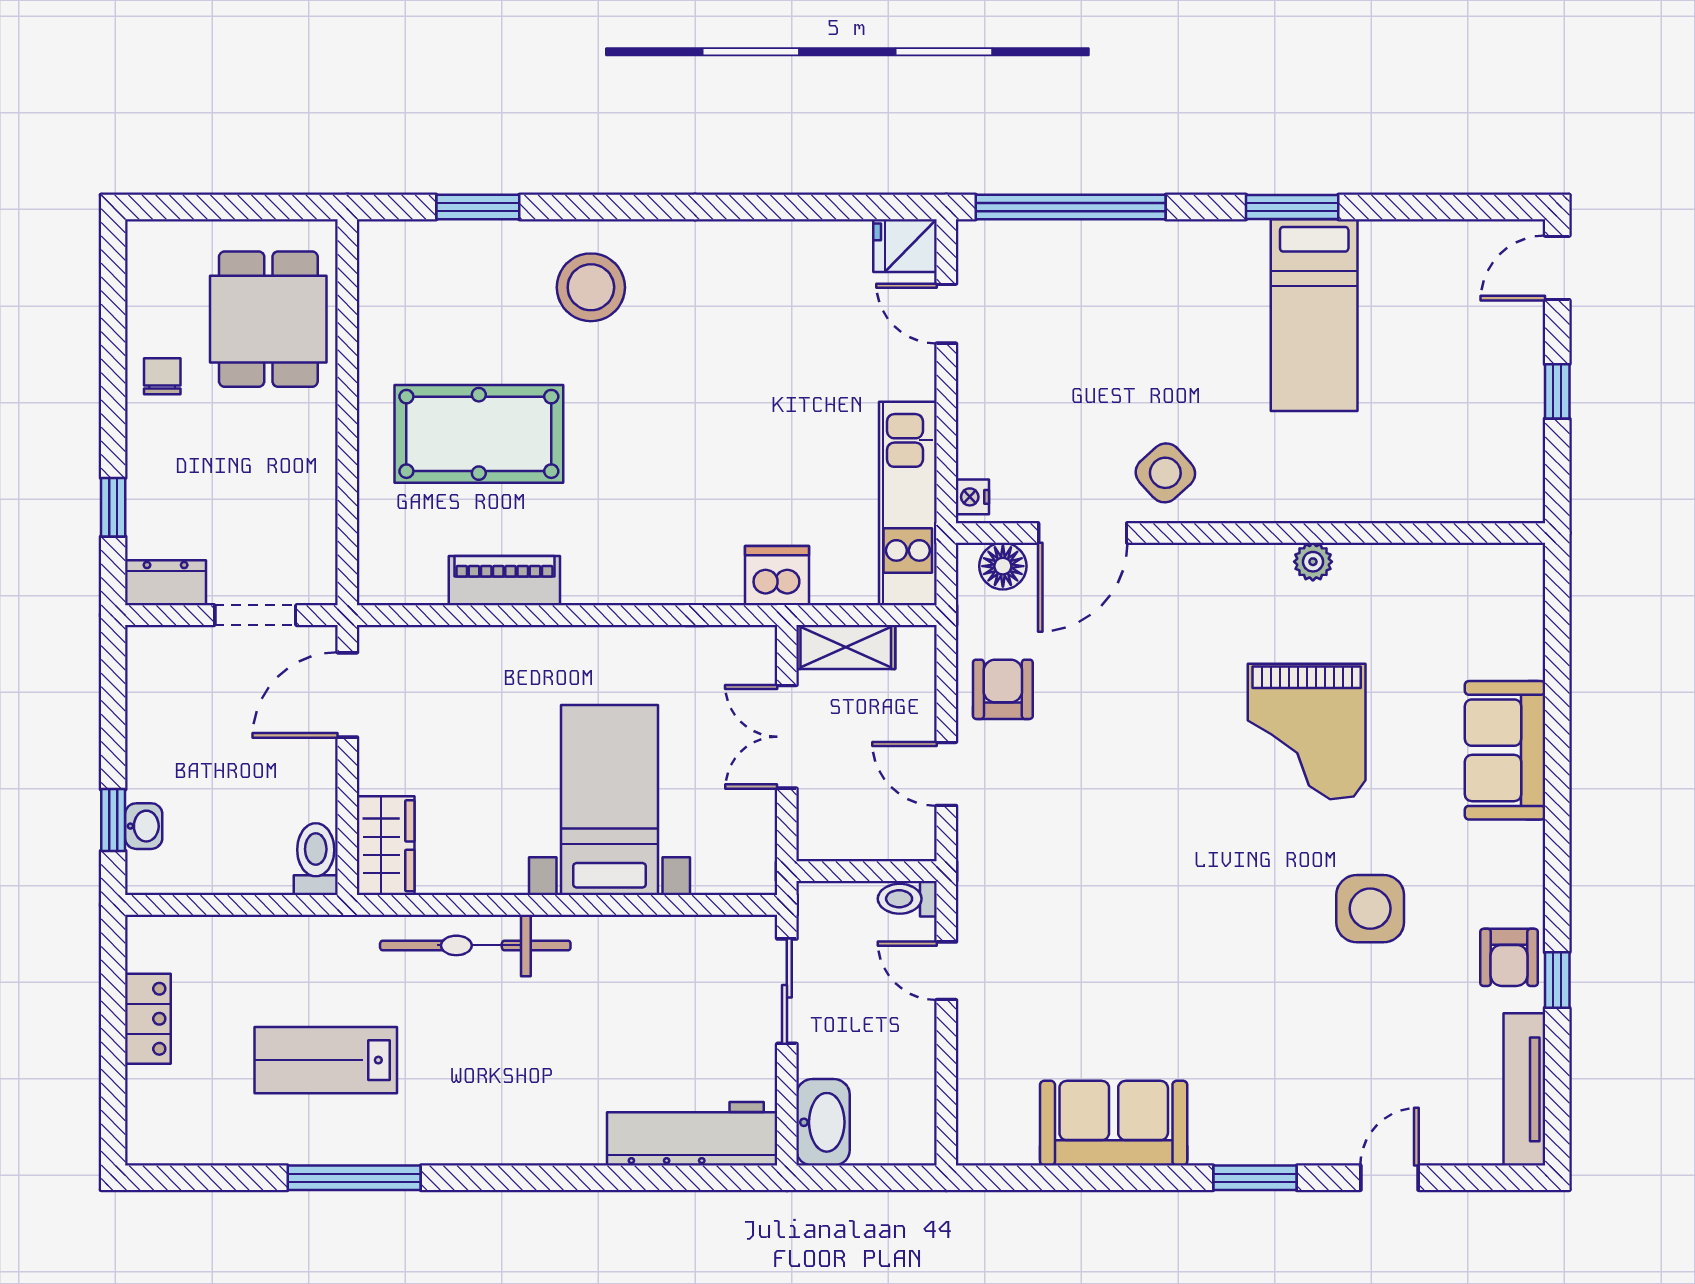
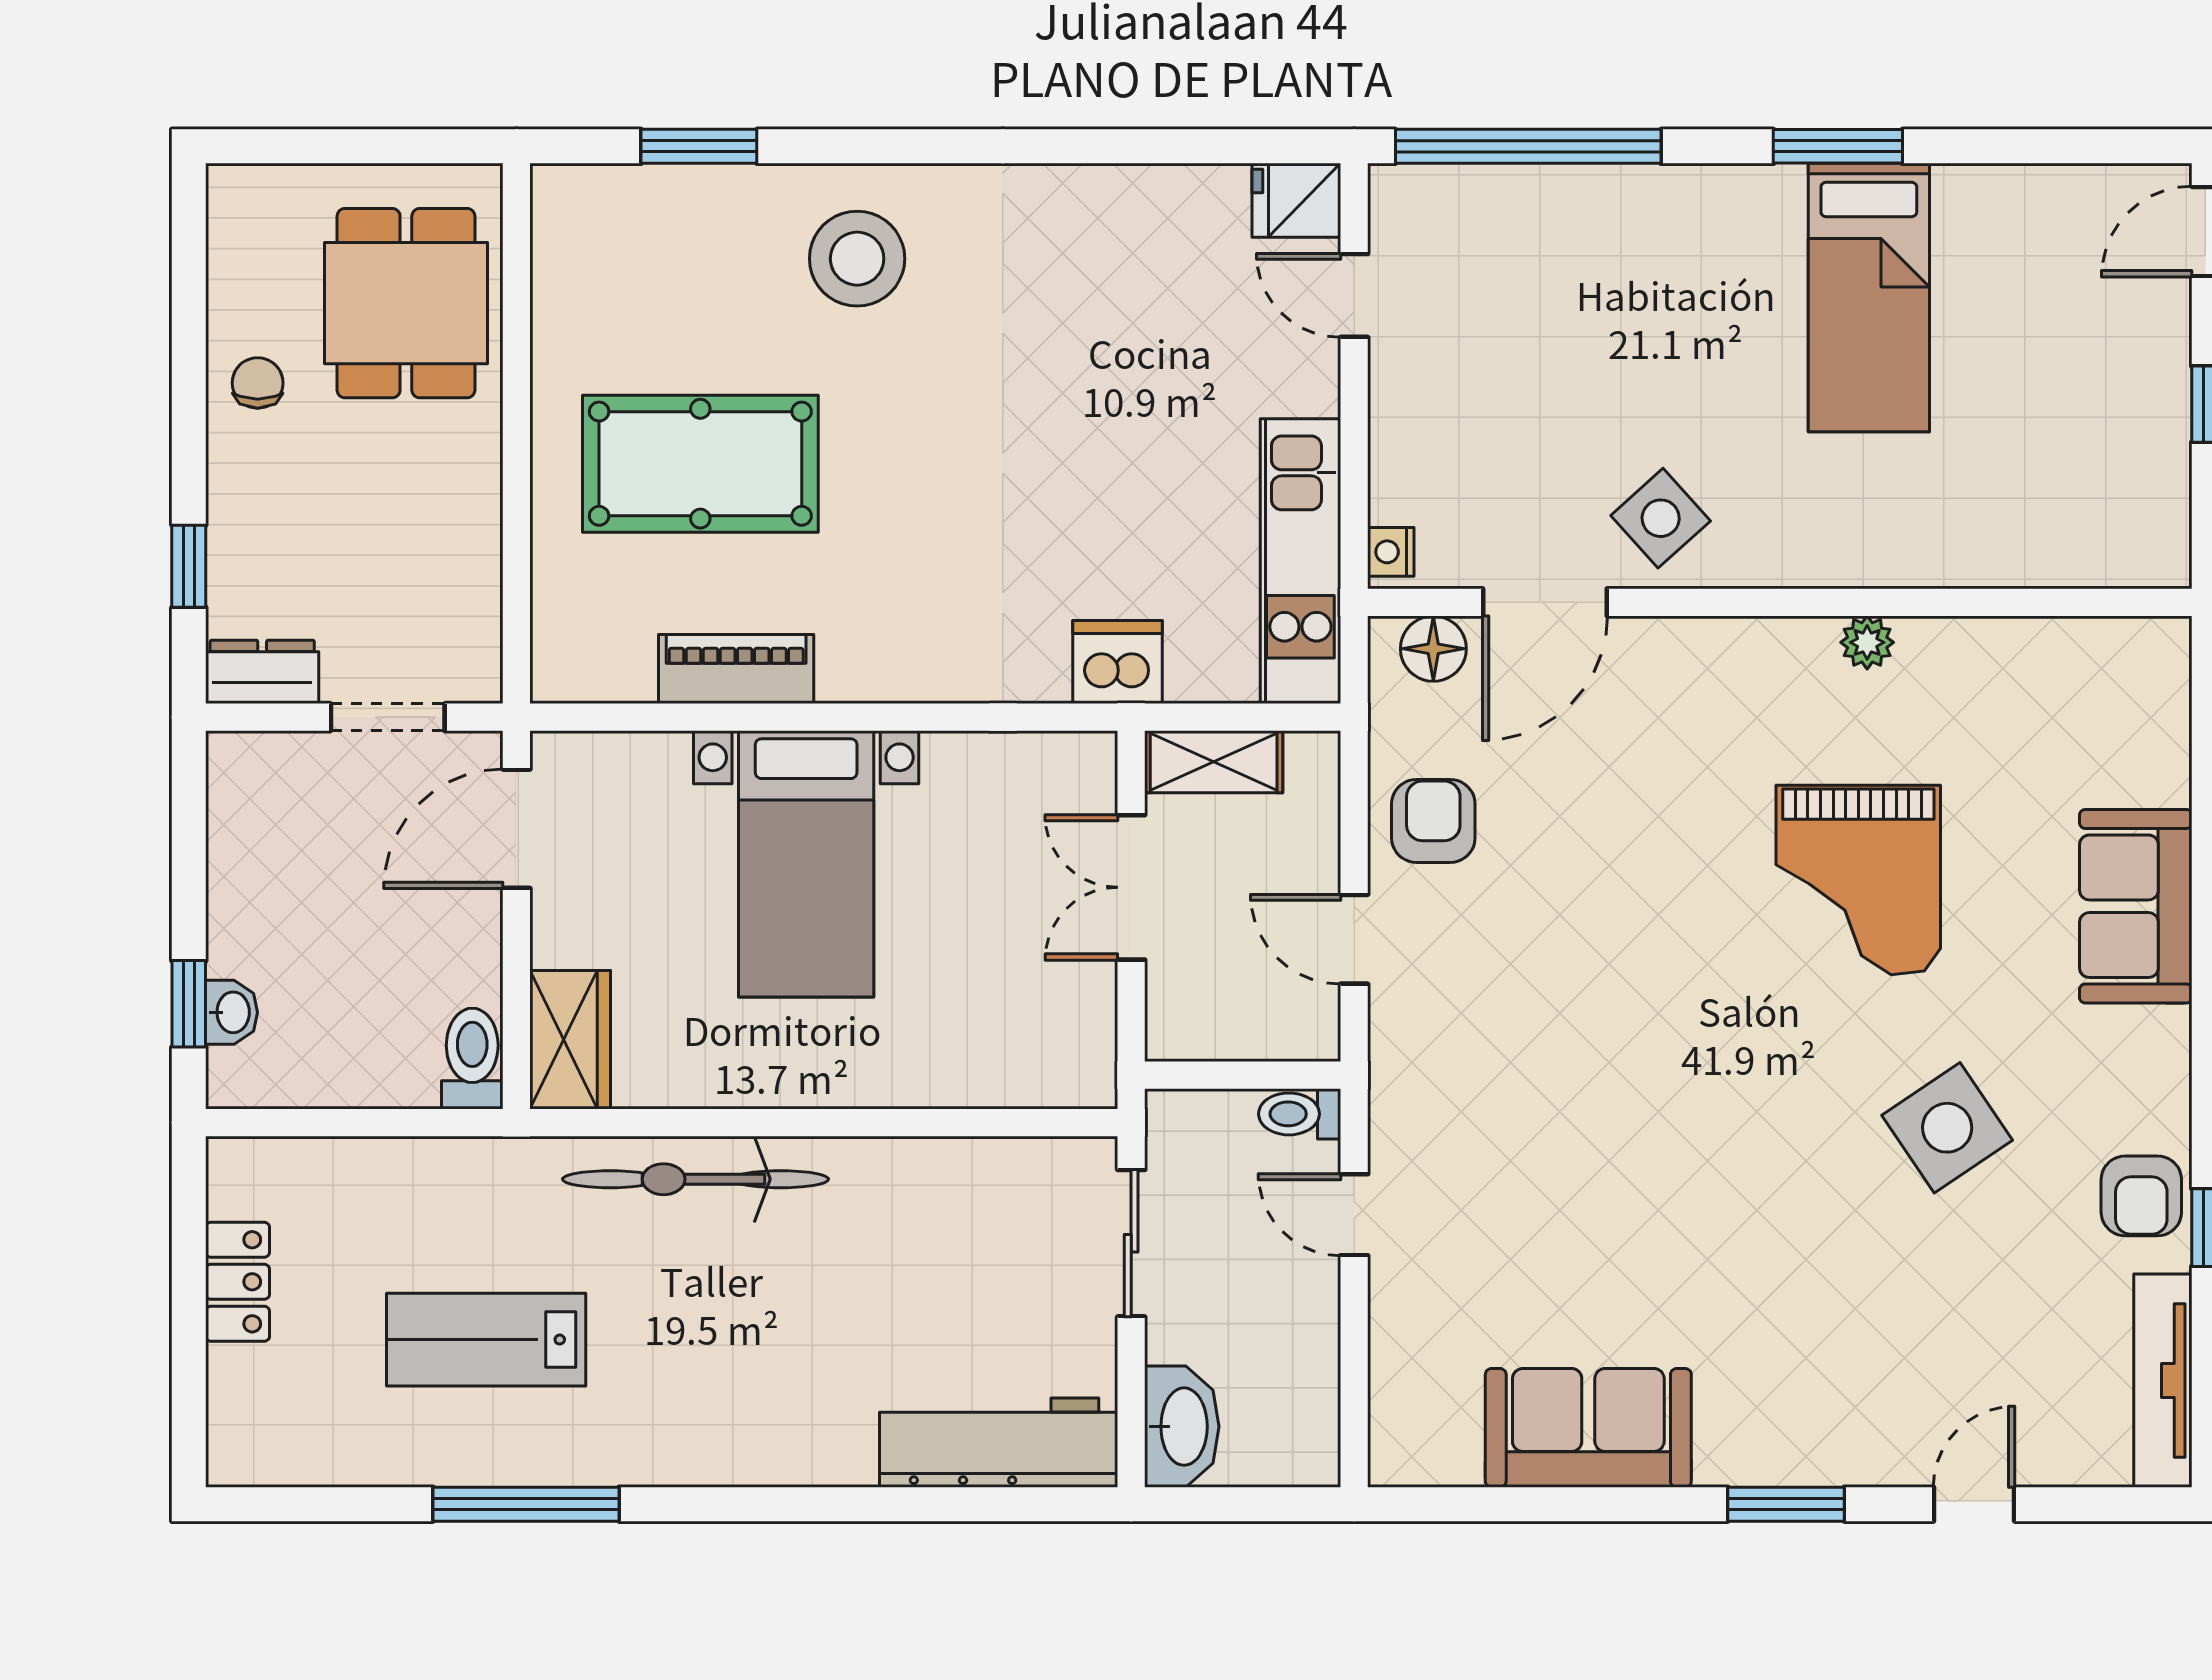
bed with nightstands: (609, 800) -> (806, 864), moved, turned 180
side table: (1370, 909) -> (1947, 1128), turned -34

